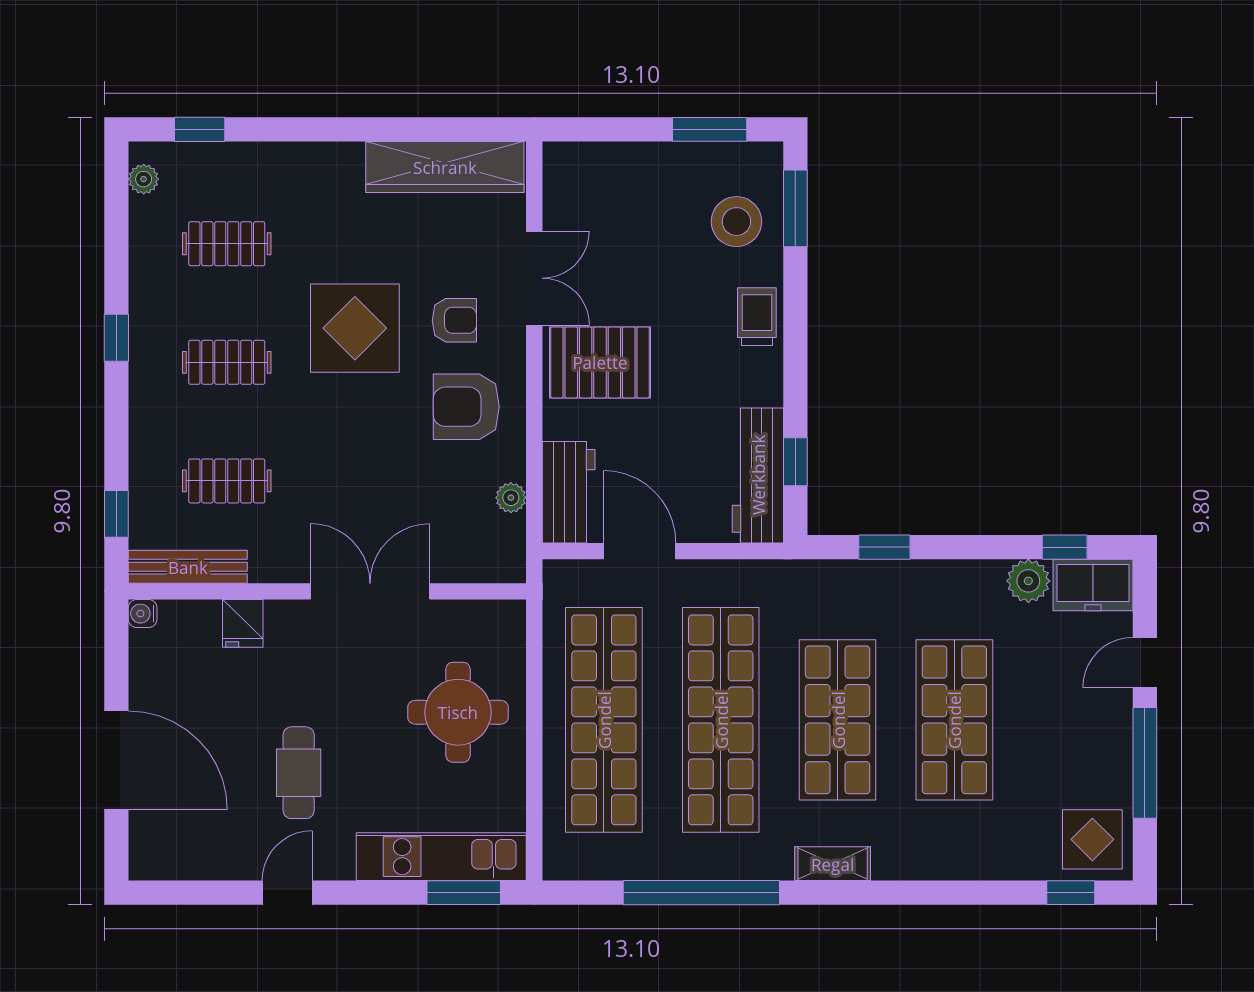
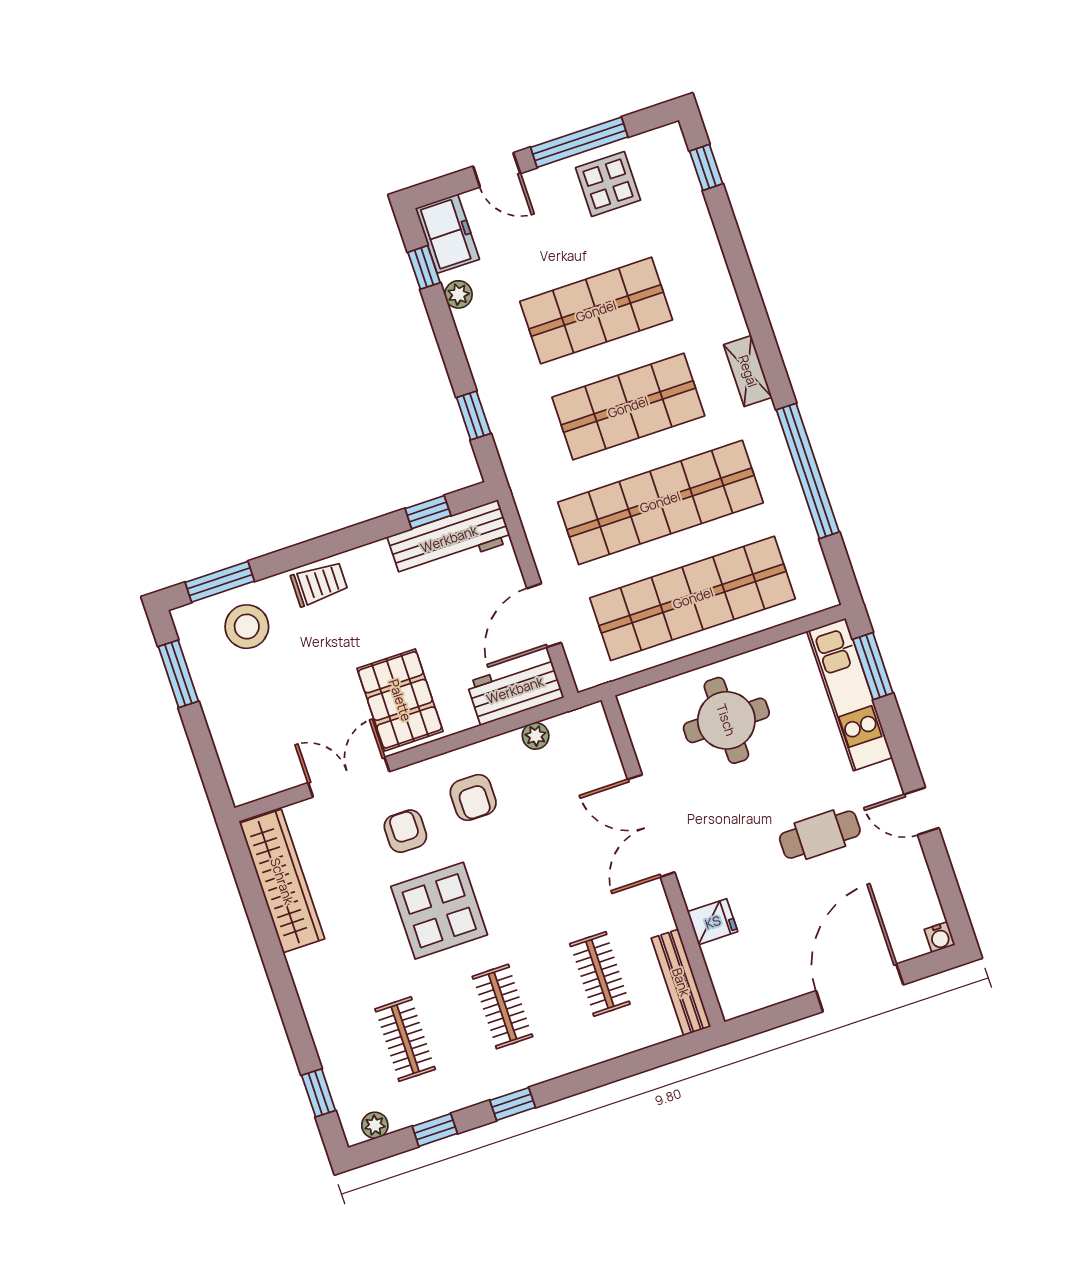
trolley: (757, 317) -> (319, 584), turned 180
armchair: (466, 407) -> (473, 798), width x0.72, depth x0.72
window: (116, 514) -> (435, 1130), moved
plant: (1028, 581) -> (458, 294), width x0.73, depth x0.73
water cooler: (143, 614) -> (940, 937), moved
display table: (1092, 839) -> (608, 184), moved

